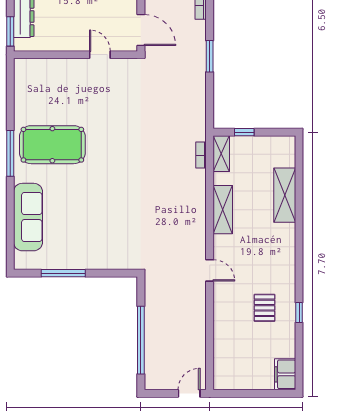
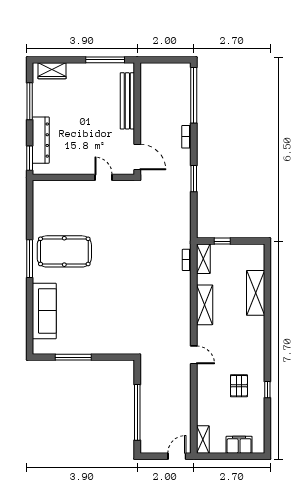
shelving: (221, 373) -> (203, 440), added
filing cabinet: (285, 374) -> (239, 445), moved, turned 90

